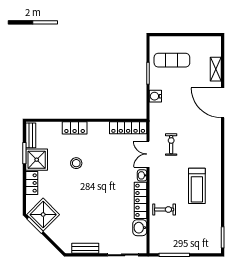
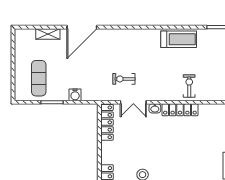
treadmill: (197, 186) -> (179, 39), moved
washbasin: (140, 228) -> (208, 111), removed

